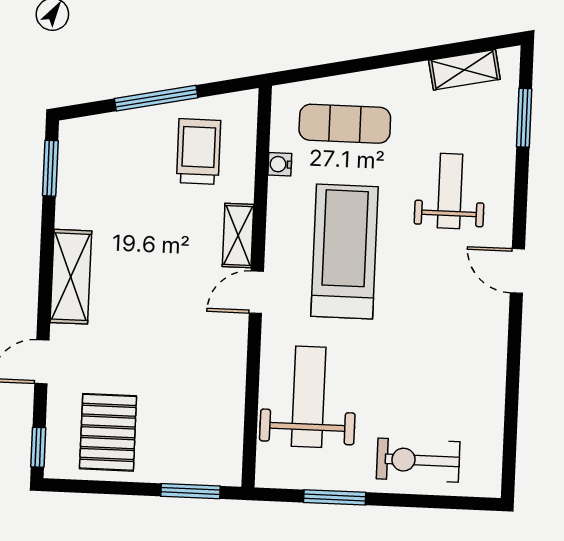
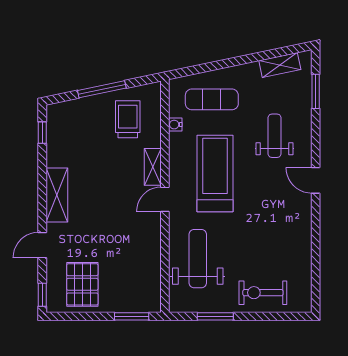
window: (50, 168) -> (42, 133), width x0.67

